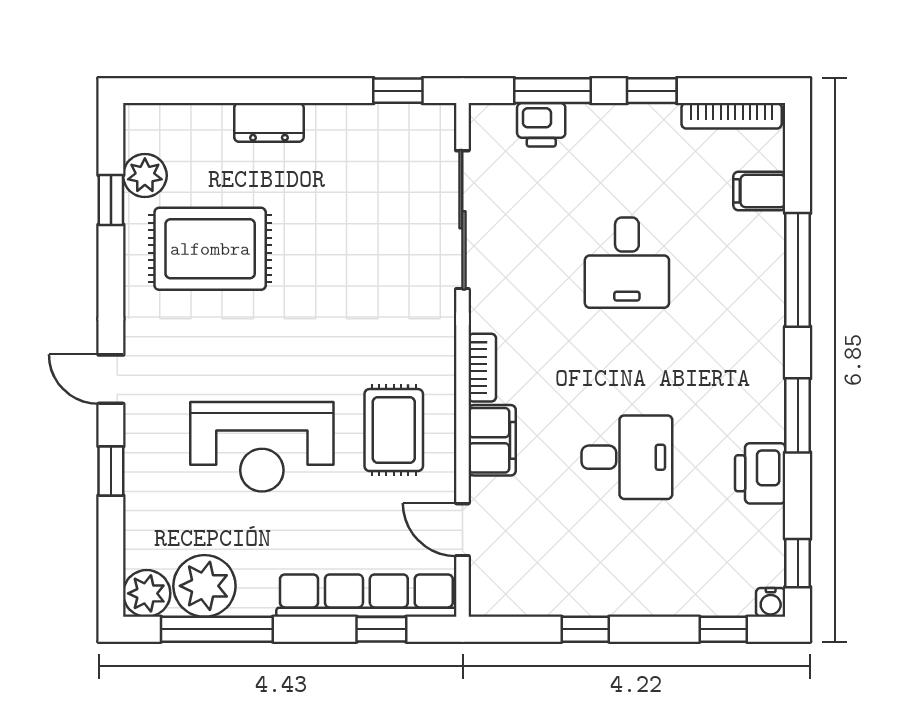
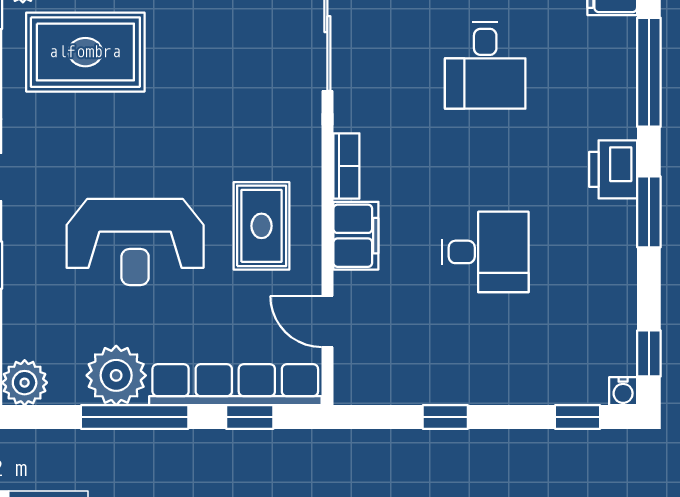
printer: (760, 473) -> (613, 169), moved
plant: (204, 586) -> (116, 375), moved
window: (217, 629) -> (135, 417), moved

